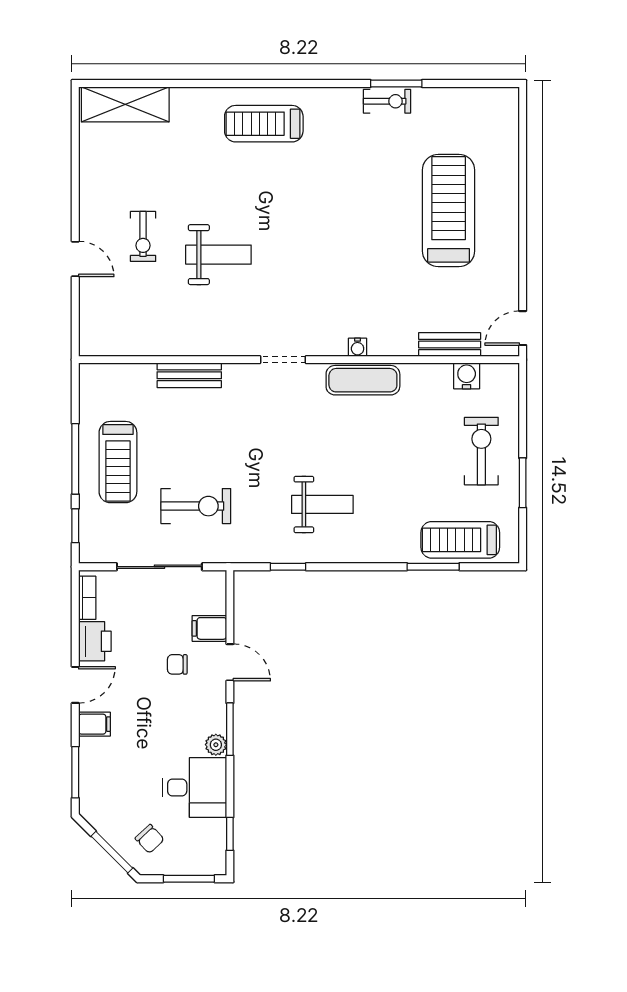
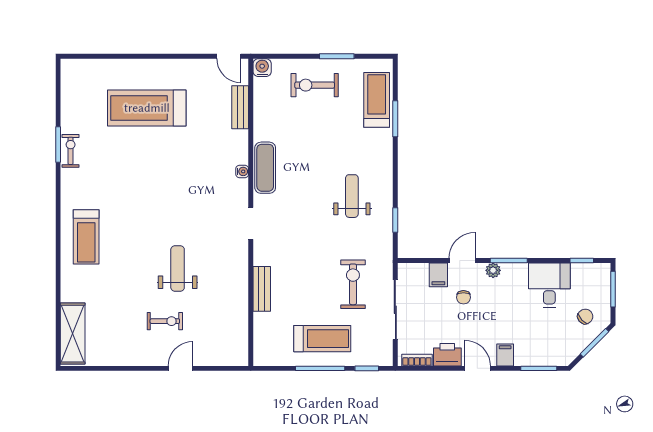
water cooler: (467, 376) -> (262, 68), moved, turned 90
treadmill: (460, 540) -> (377, 100), turned 180
plant: (216, 745) -> (493, 270), moved

